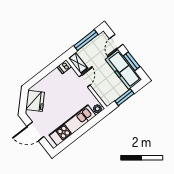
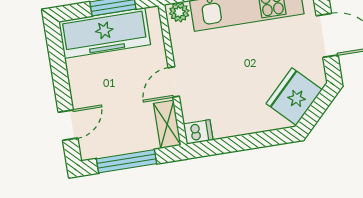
window: (132, 61) -> (59, 69), removed
freezer: (124, 69) -> (105, 33), moved, turned 90

